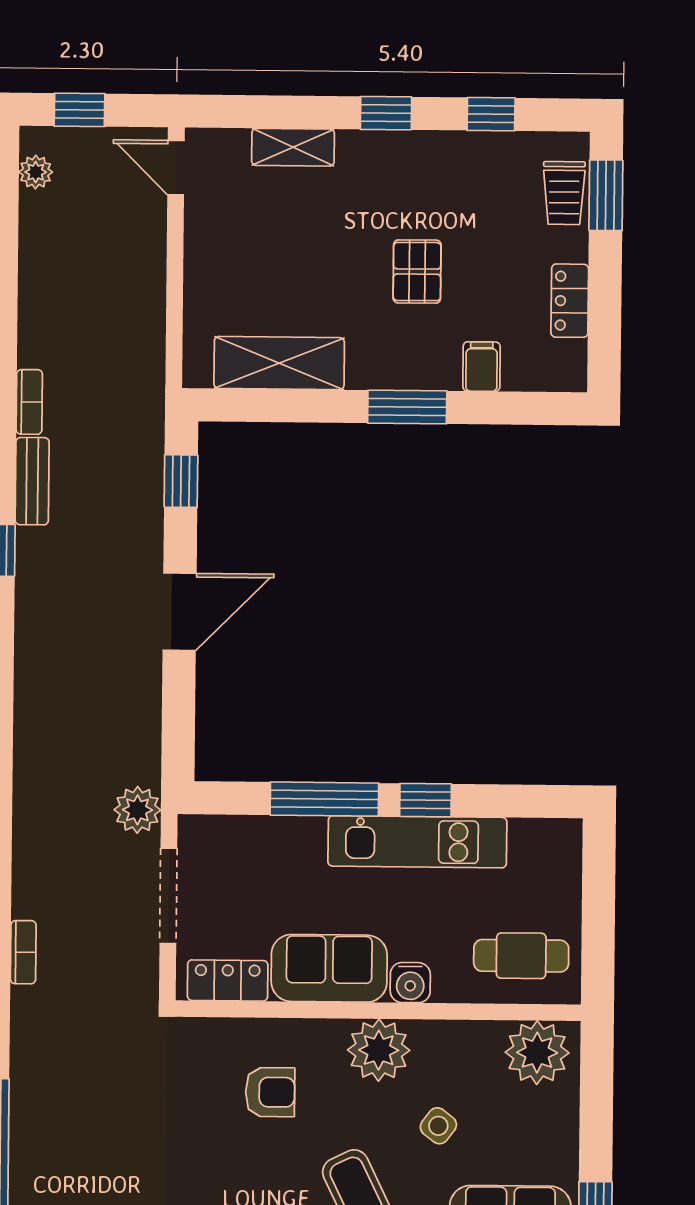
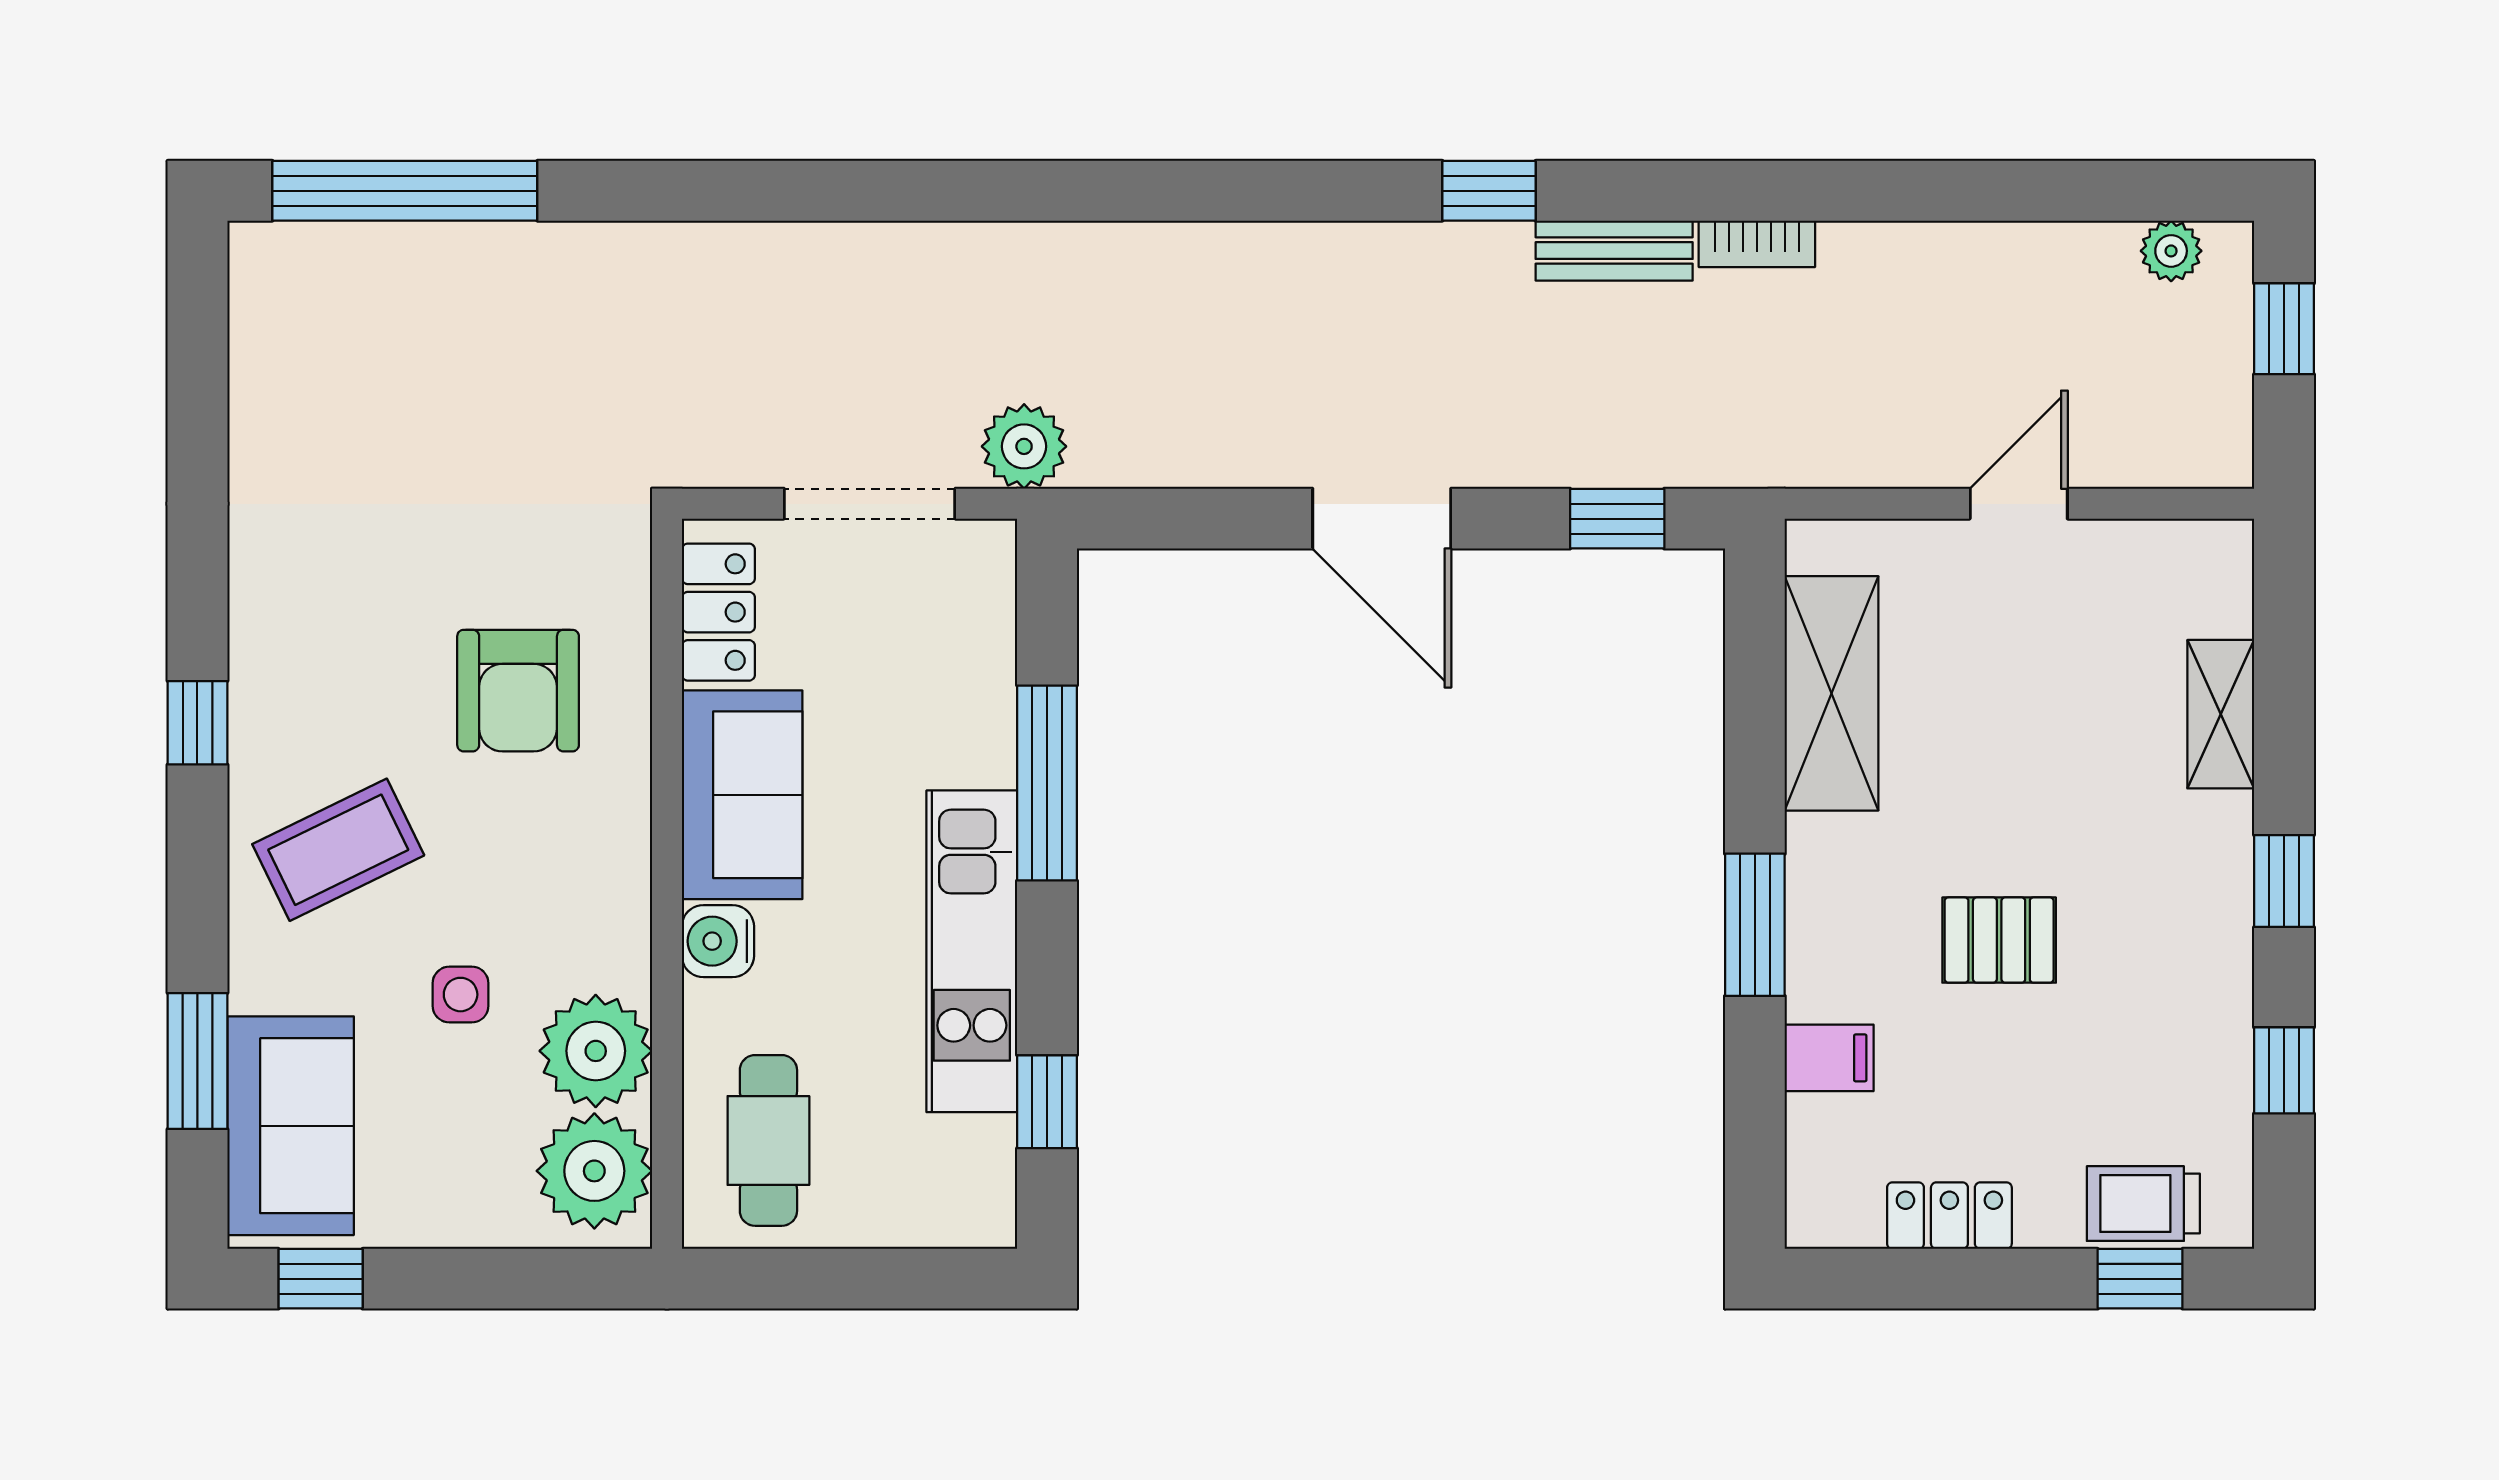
door: (176, 168) -> (2019, 504), moved
window: (606, 195) -> (2140, 1279), width x0.67
window: (426, 800) -> (1047, 1102), moved
bookcase: (23, 952) -> (765, 243), removed
plant: (379, 1050) -> (596, 1051), moved
armchair: (270, 1092) -> (518, 691), width x1.38, depth x1.38
side table: (438, 1126) -> (461, 995), turned -37

